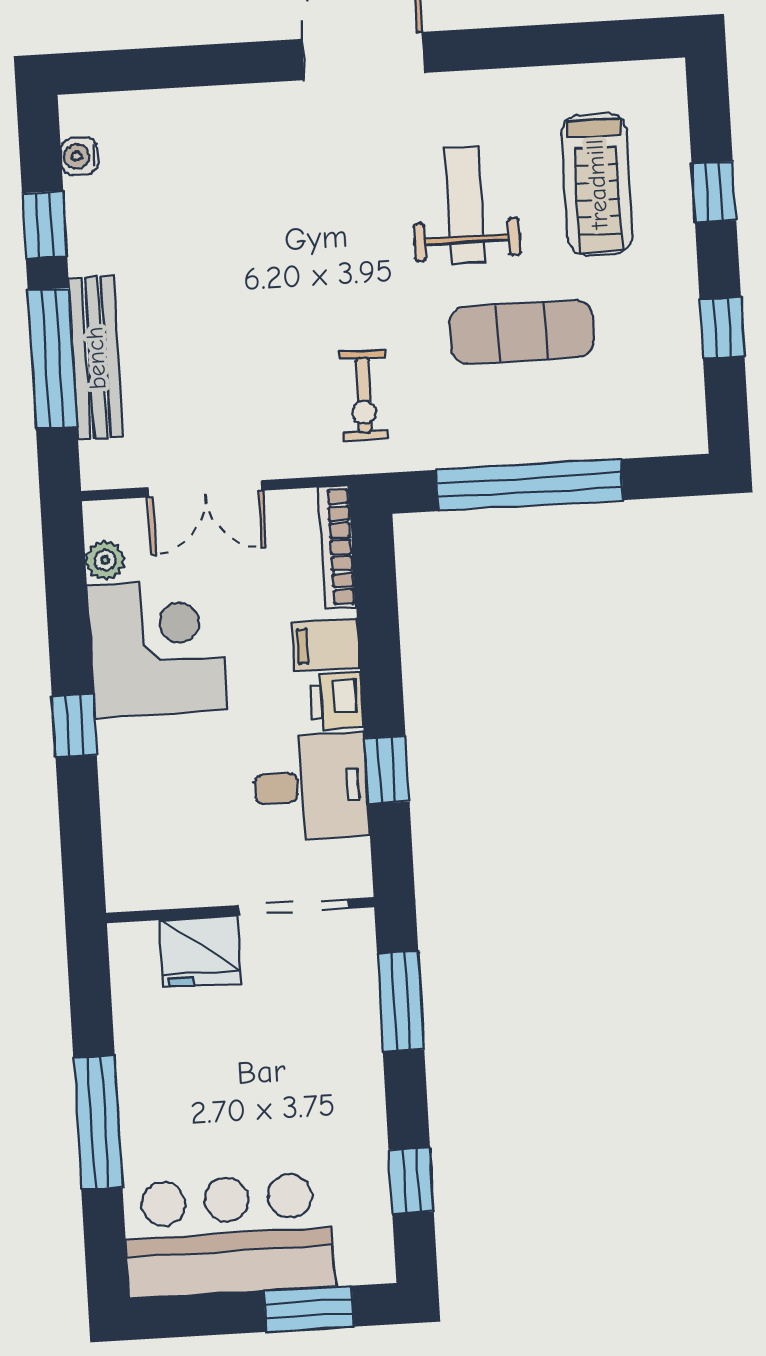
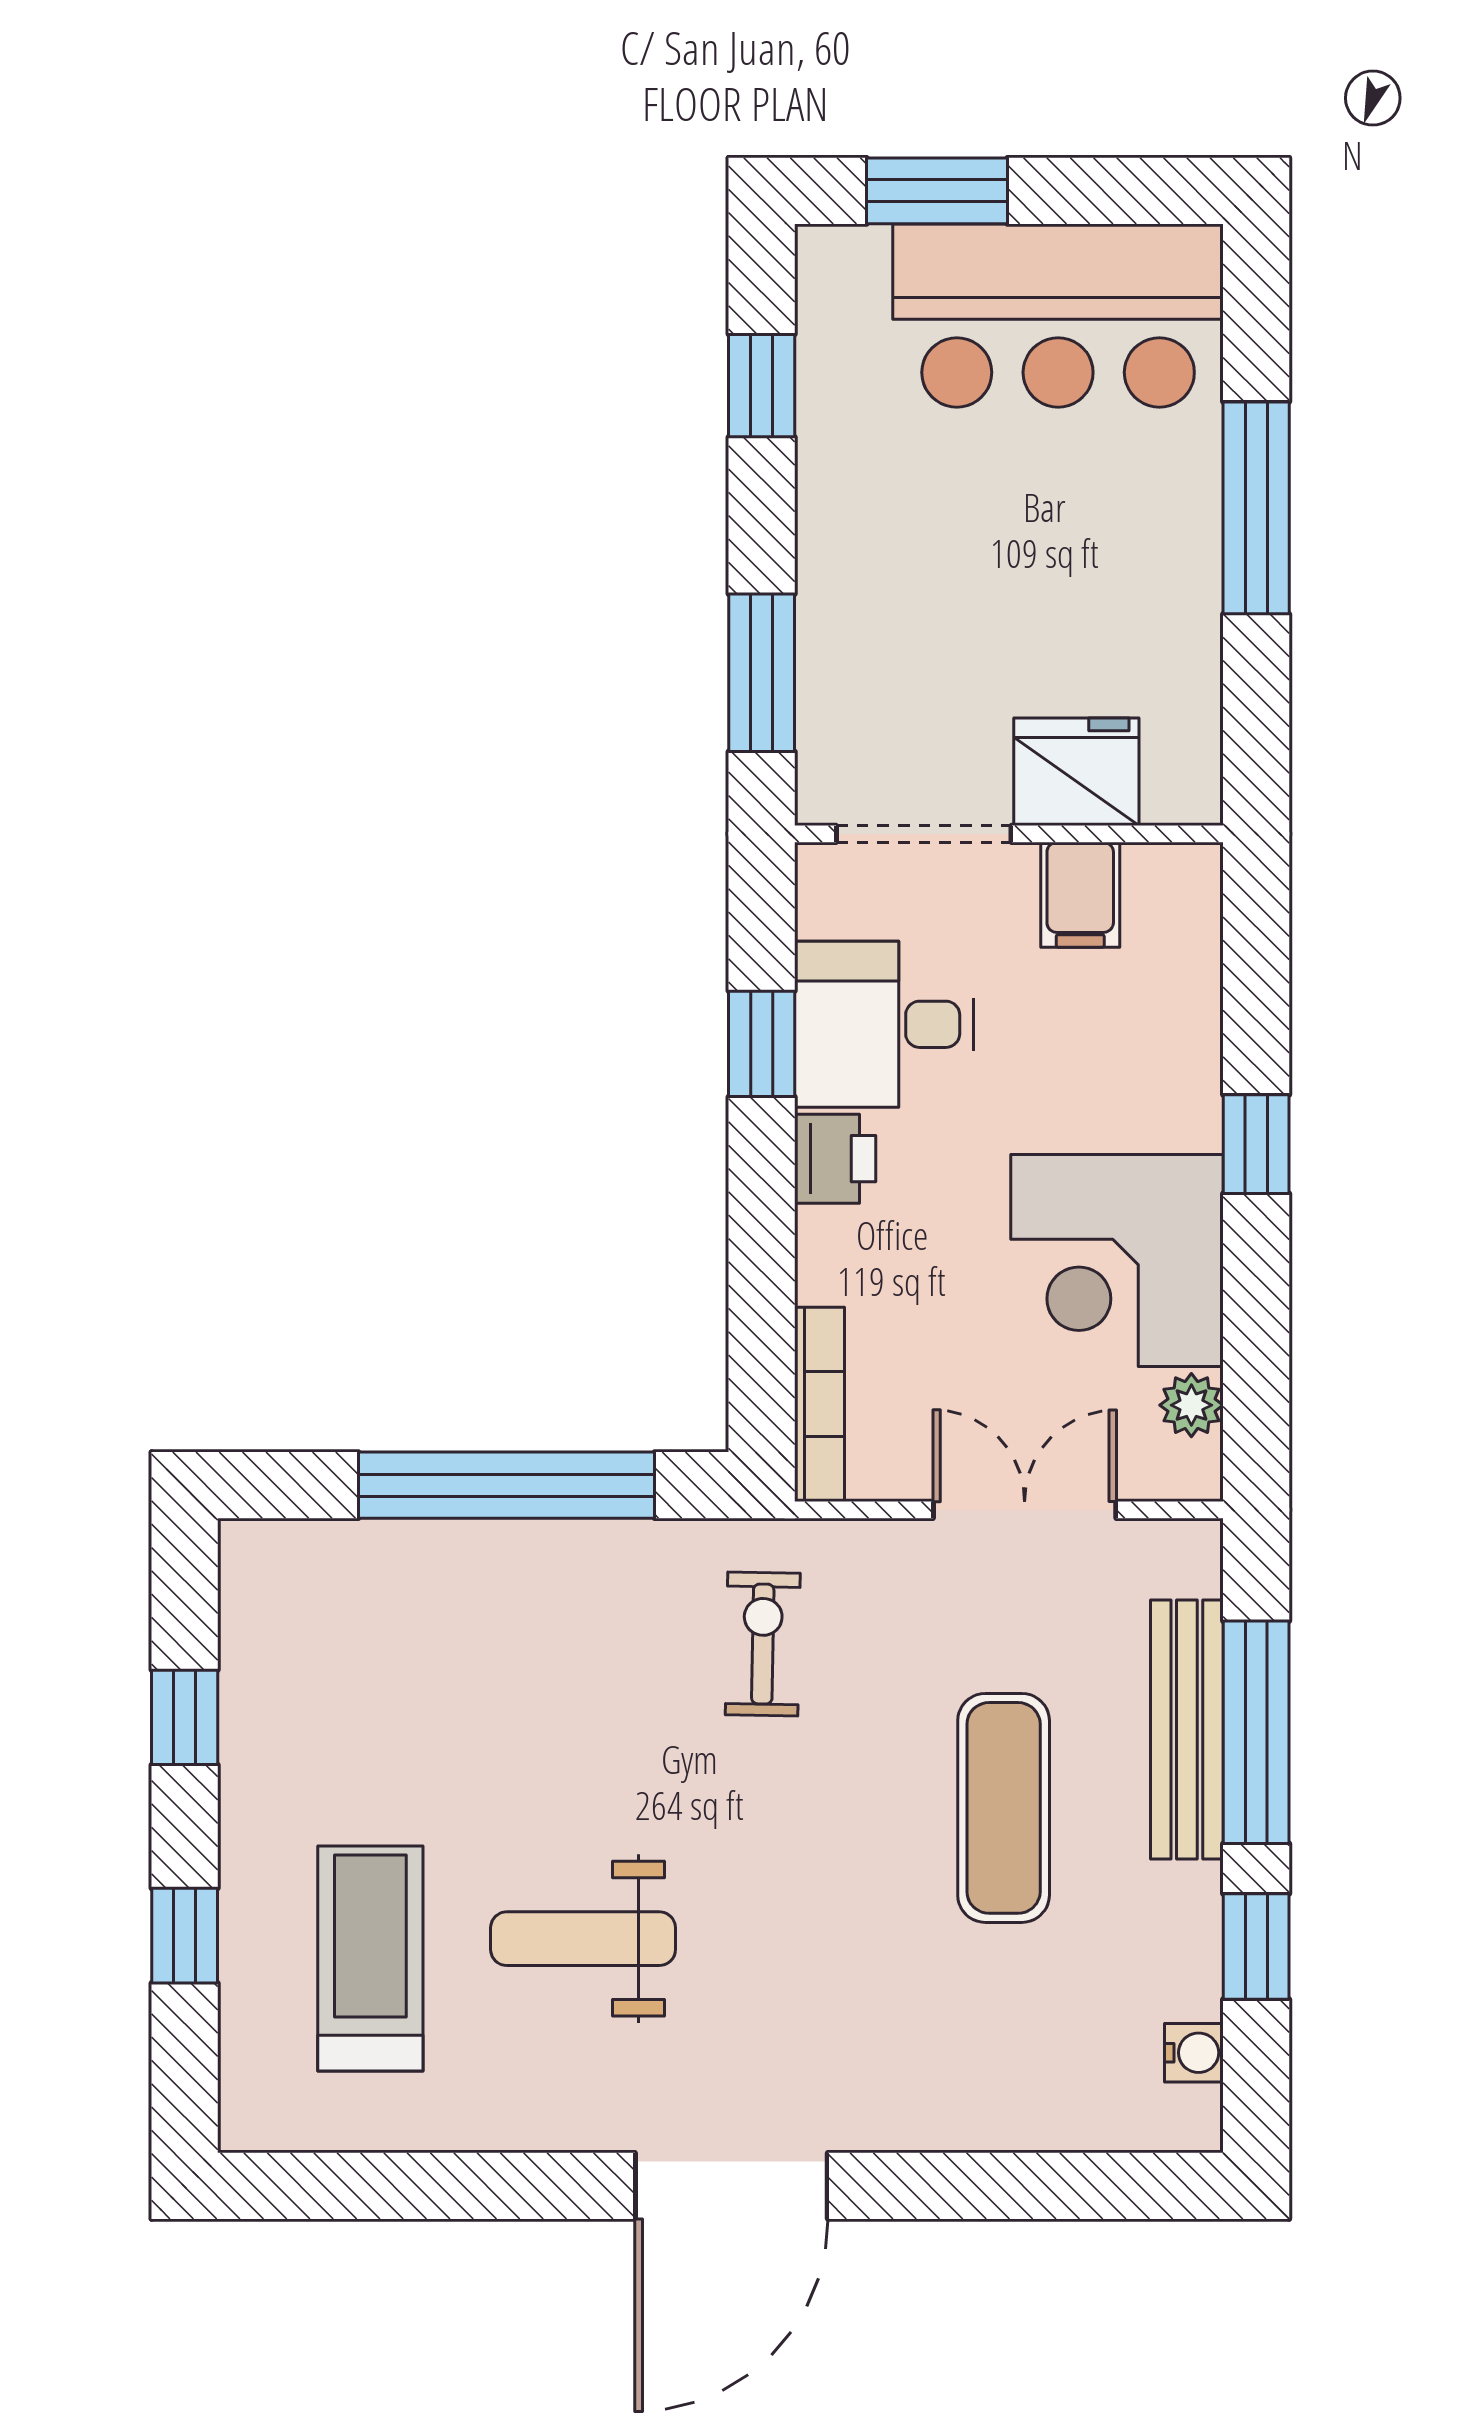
weight bench: (465, 205) -> (583, 1939), turned 90
exercise mat: (522, 332) -> (1004, 1808), moved, turned 90
filing cabinet: (326, 645) -> (1080, 895), moved, turned 90

